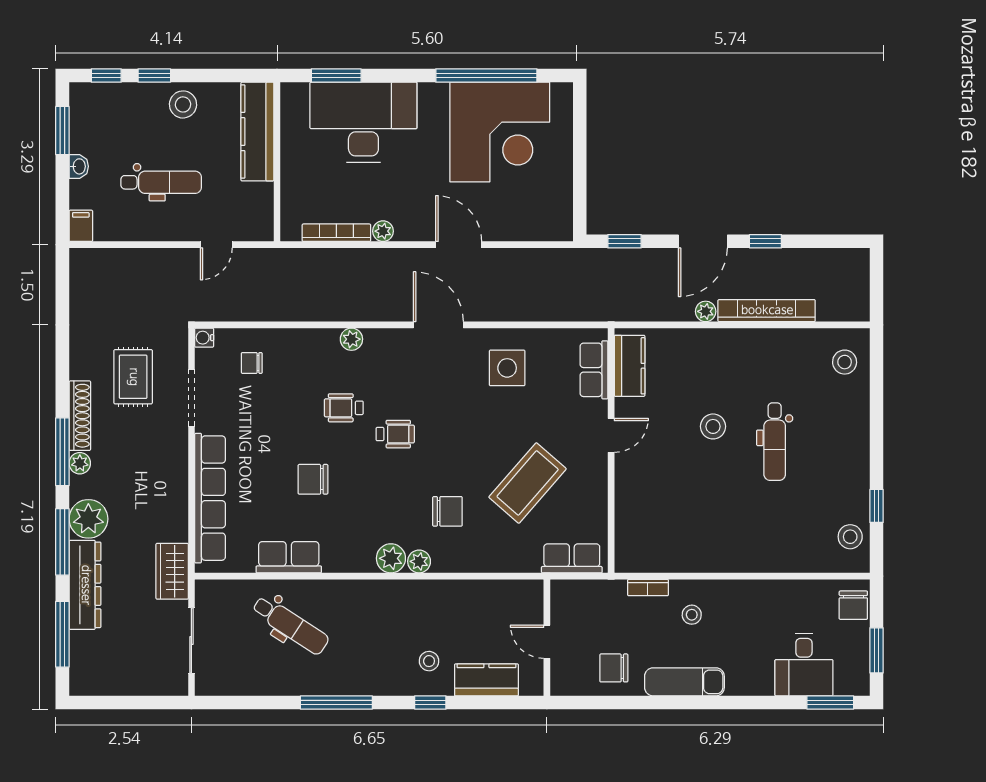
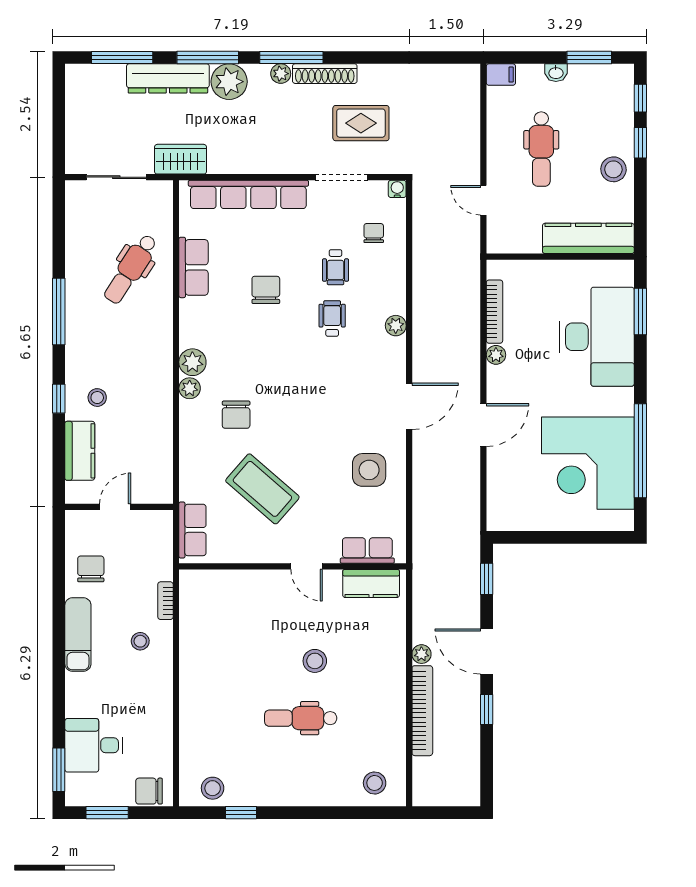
wheelchair: (395, 434) -> (336, 267), moved

